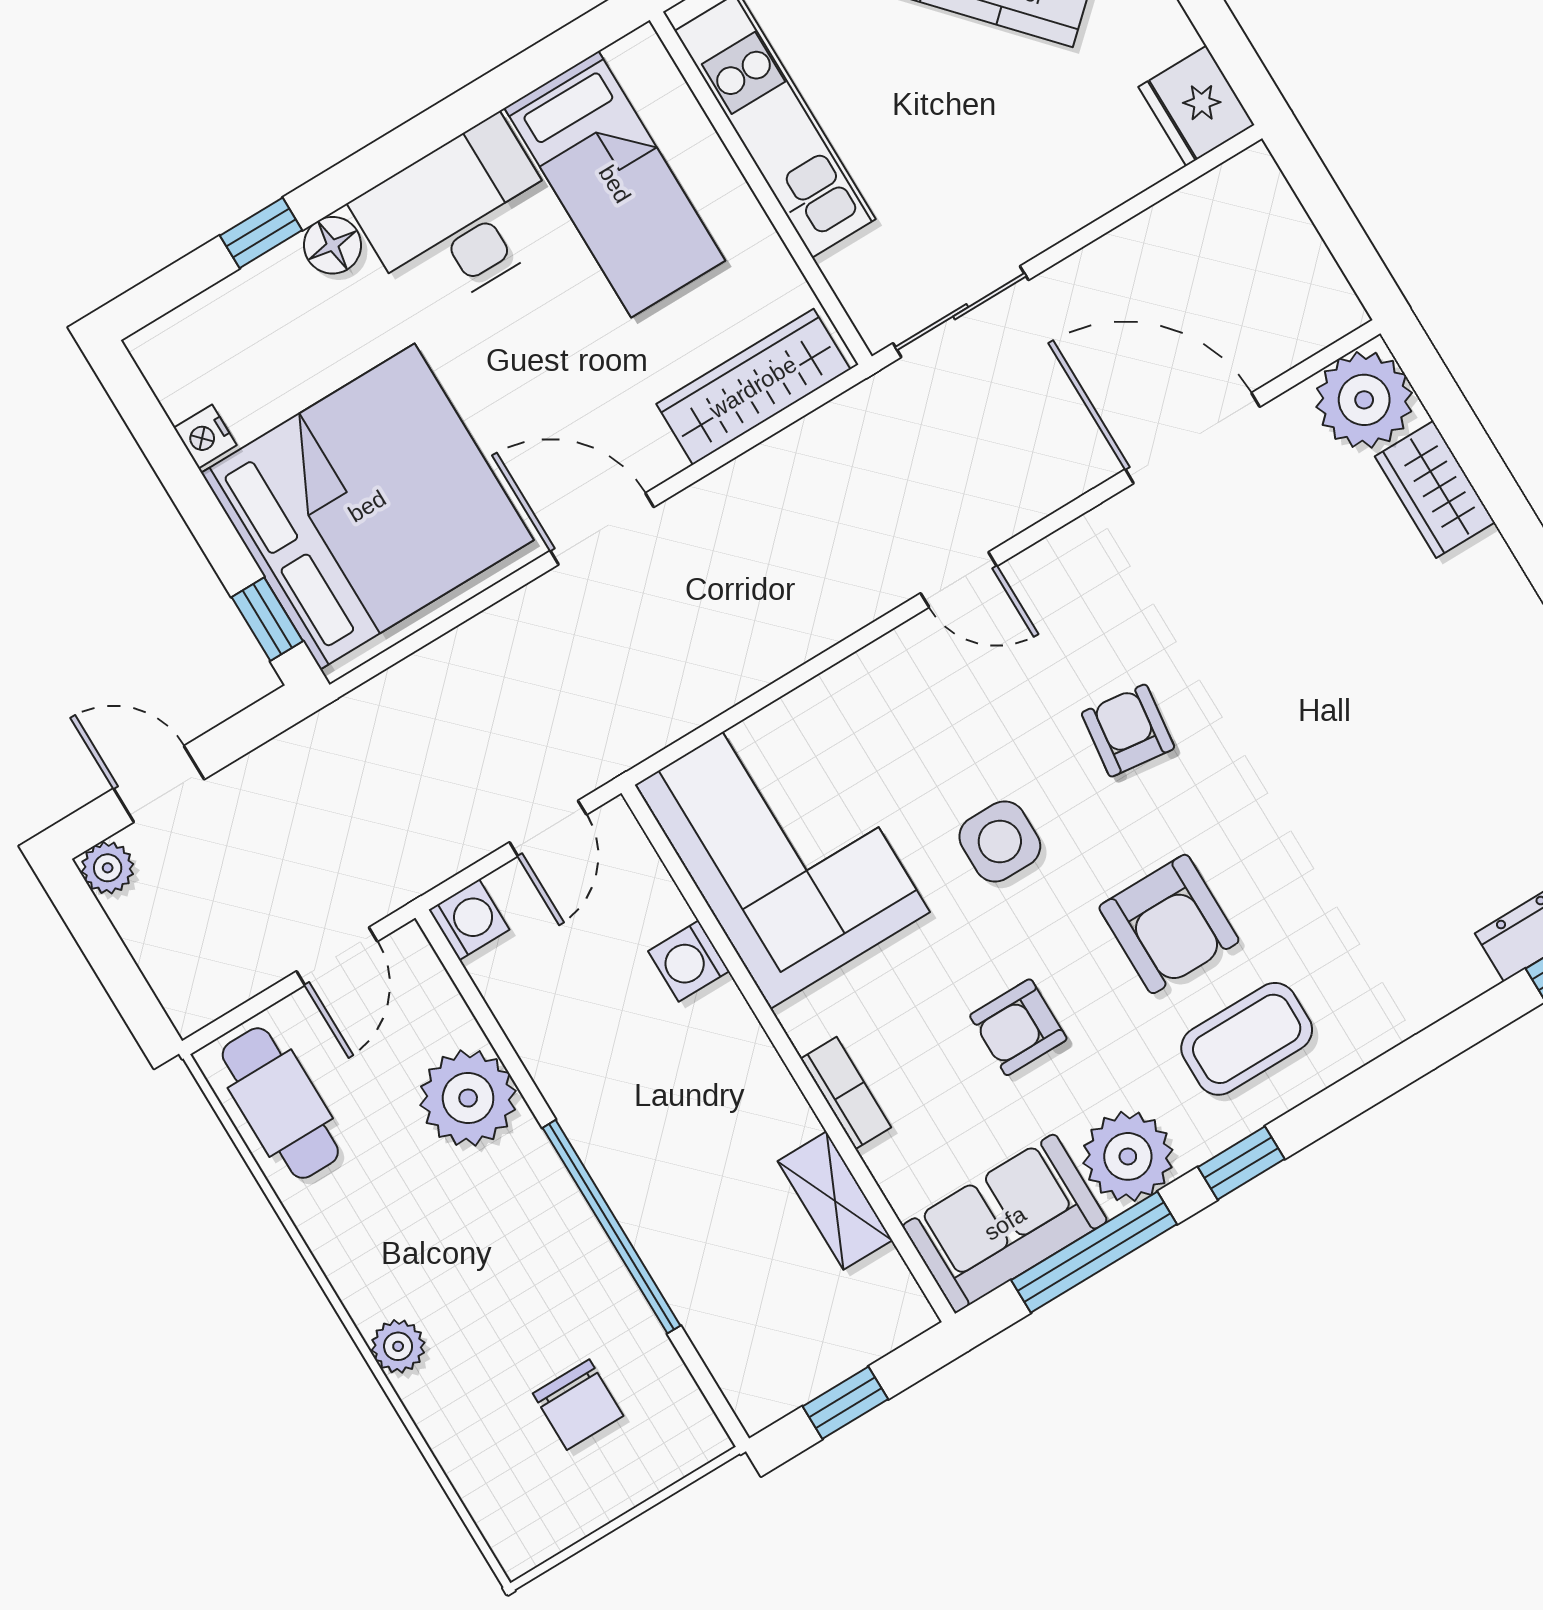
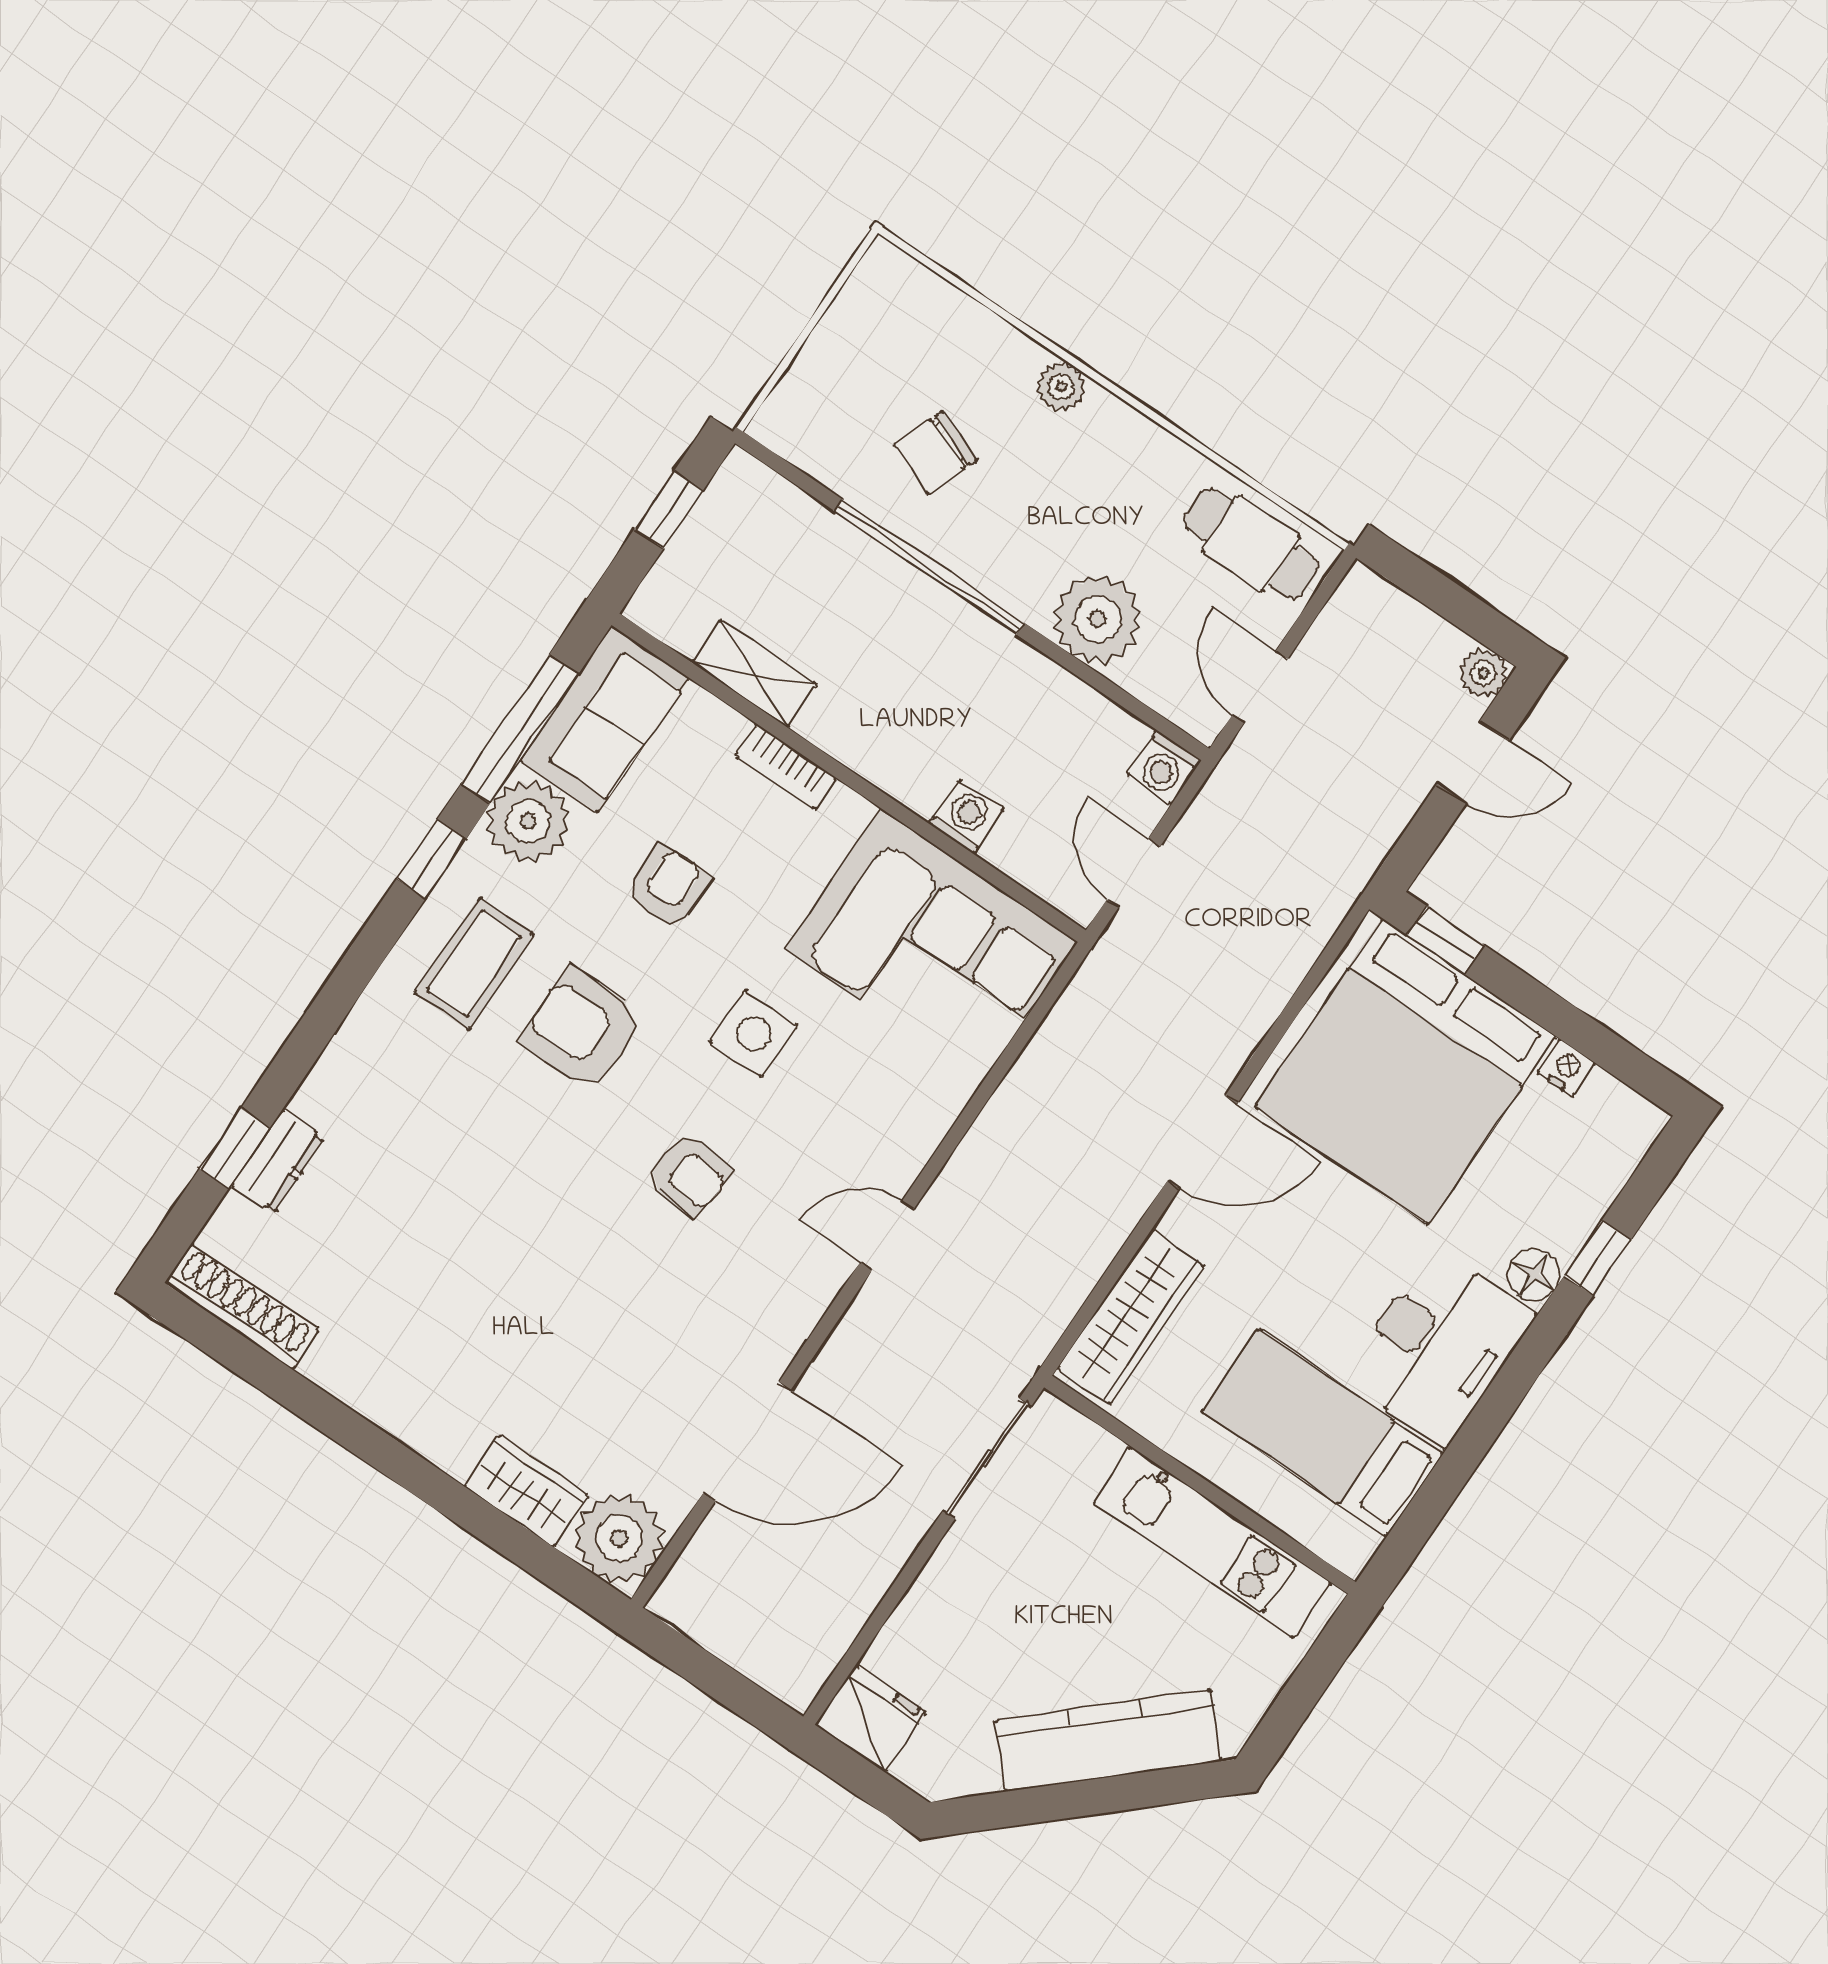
chair: (578, 1405) -> (935, 453), moved, turned -69

